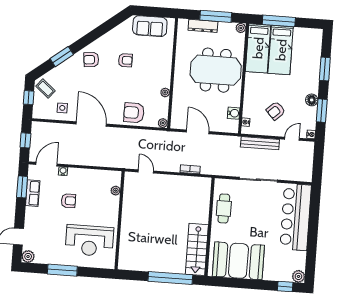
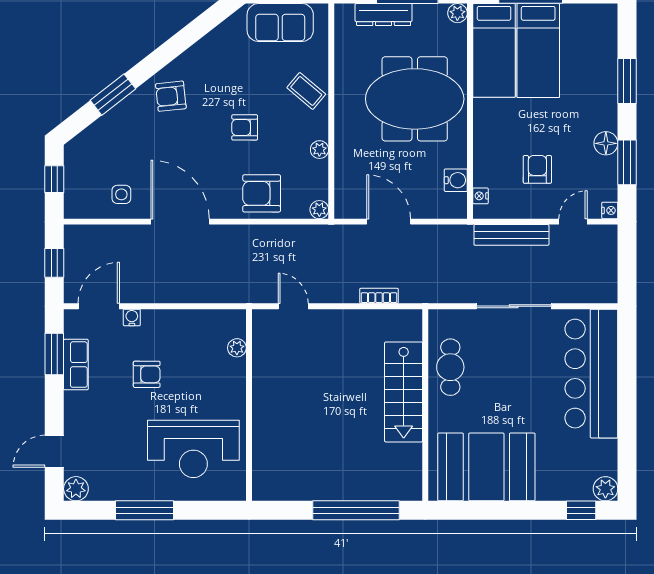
armchair: (125, 60) -> (245, 127), moved, turned 180
coffee table: (45, 89) -> (306, 91), moved
armchair: (276, 111) -> (537, 169), turned 133
stairs: (197, 249) -> (404, 392), moved

